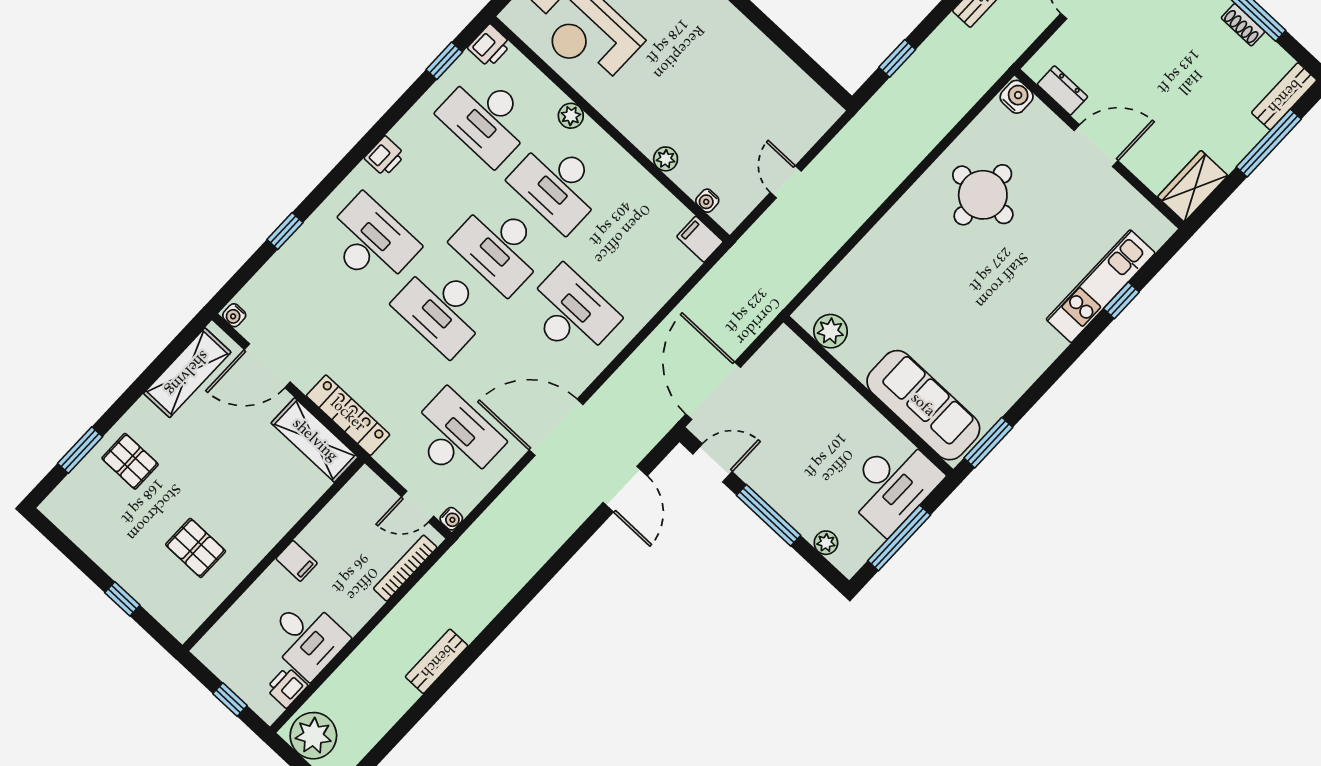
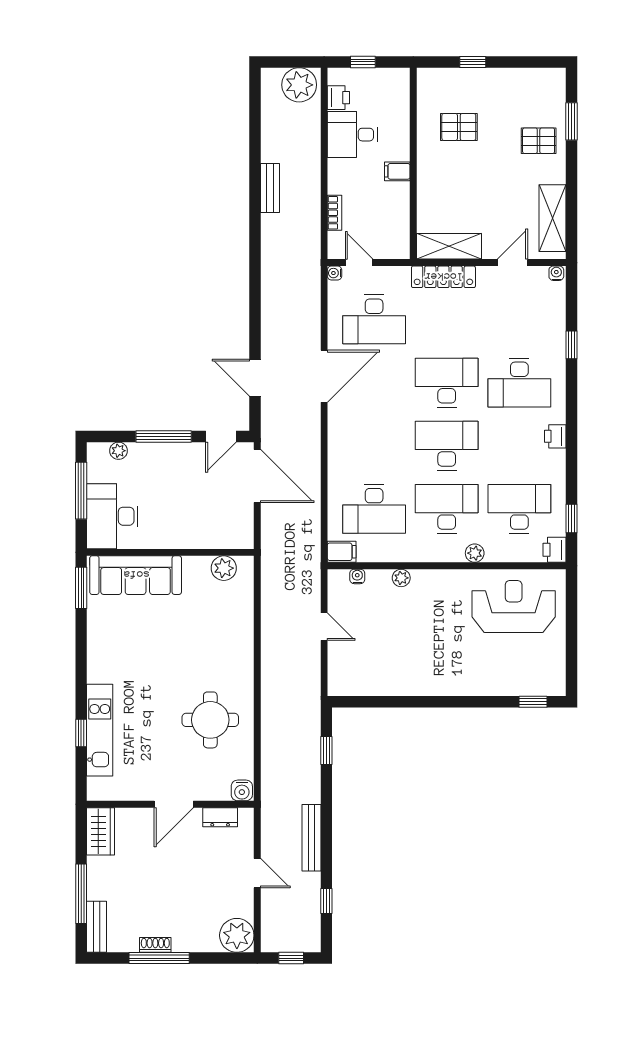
desk: (571, 313) -> (374, 509), moved
door: (267, 366) -> (513, 263), width x0.73
door: (418, 506) -> (359, 263), hinge flipped
bookcase: (405, 568) -> (335, 213), width x0.64

